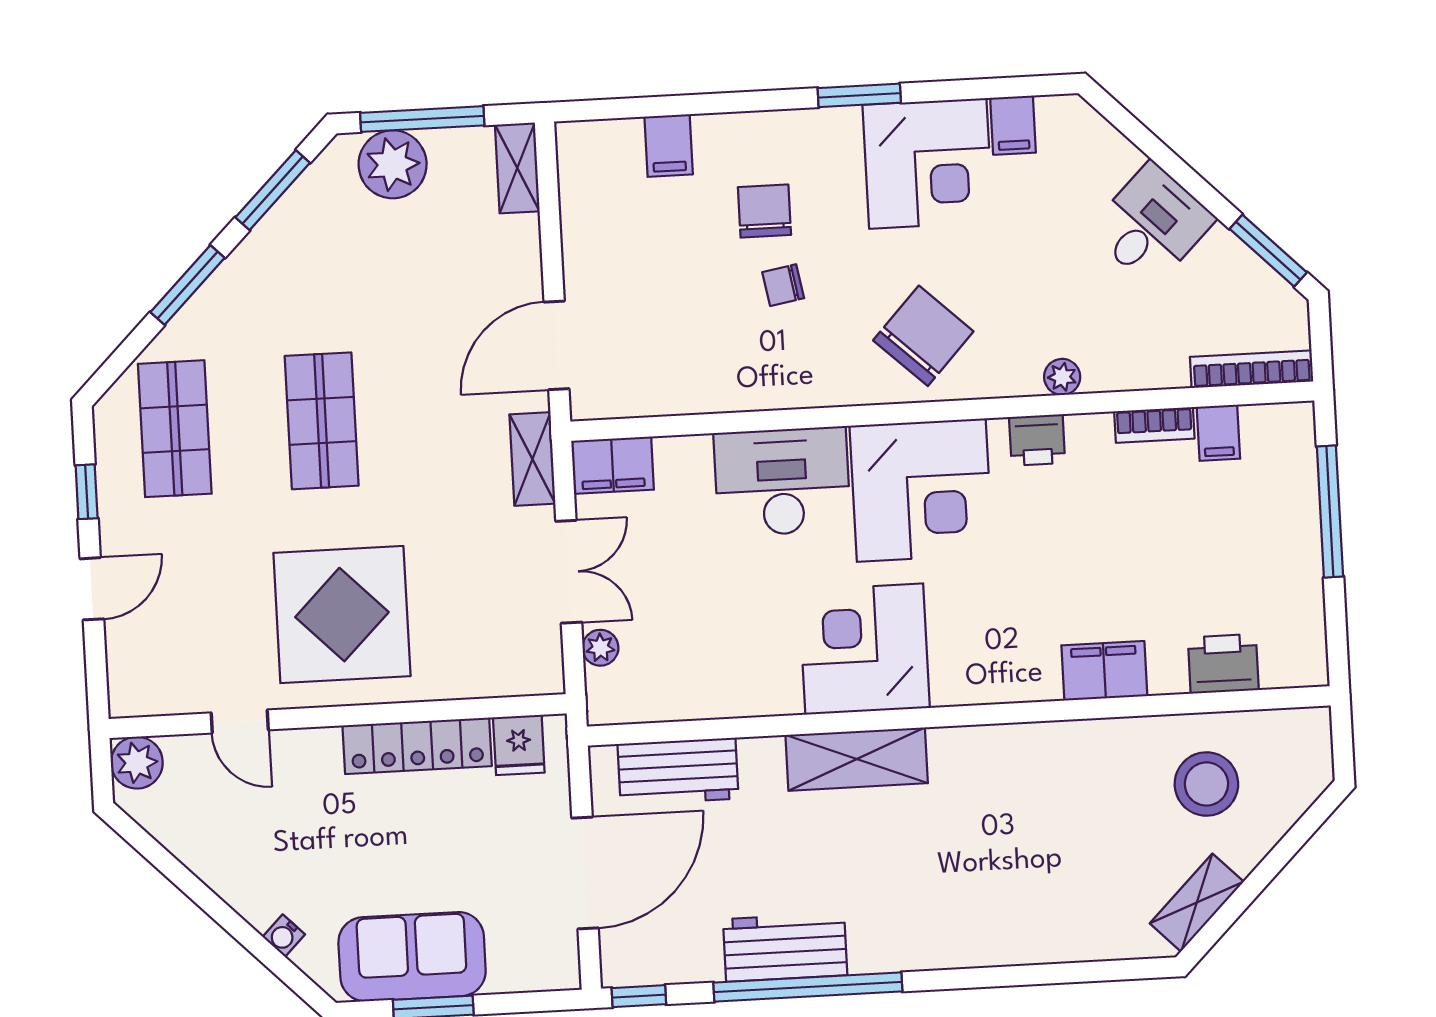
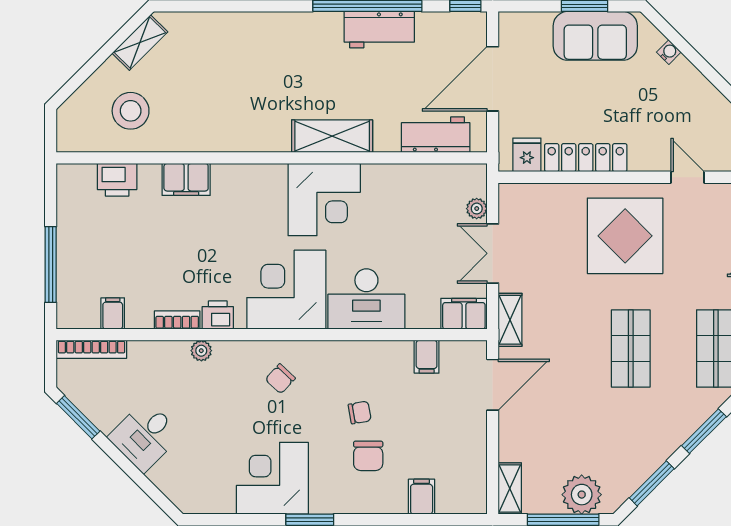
filing cabinet: (1013, 125) -> (427, 357), moved, turned 180
chair: (923, 336) -> (280, 379), width x0.54, depth x0.54
bookcase: (1154, 425) -> (177, 320), moved

